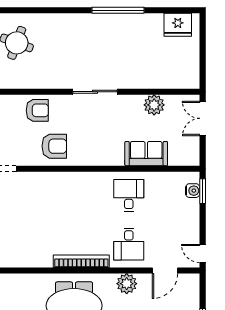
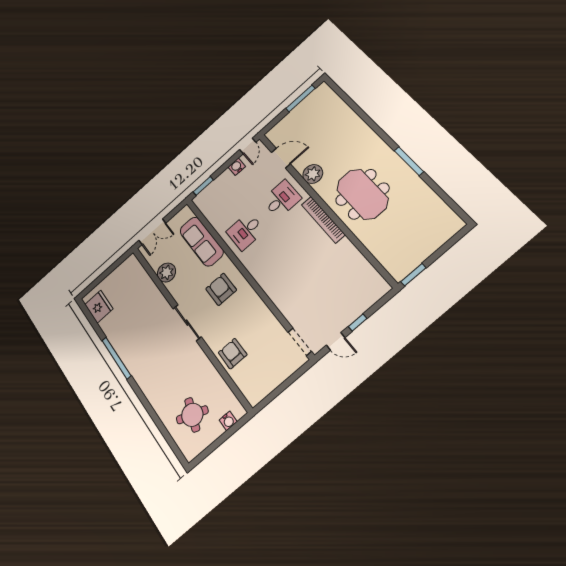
armchair: (54, 146) -> (221, 289), moved
sofa: (146, 154) -> (202, 241), width x1.36
water cooler: (193, 191) -> (237, 167), moved

